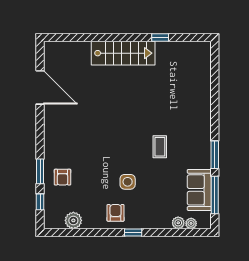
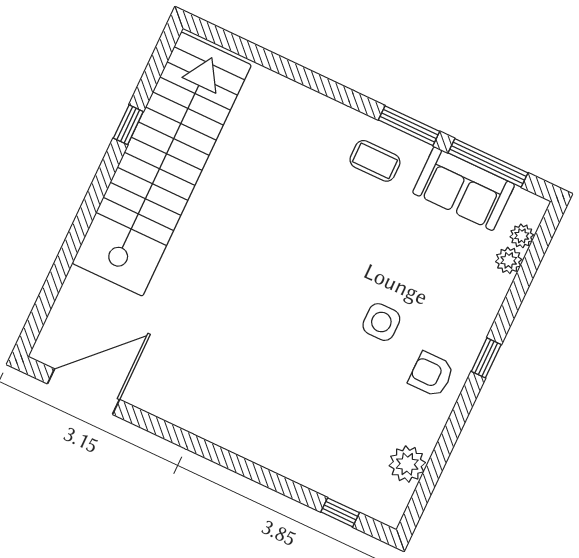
stairs: (123, 53) -> (162, 164), width x1.86, depth x1.51
door: (40, 87) -> (83, 392), moved
coffee table: (160, 147) -> (375, 161), moved
window: (40, 171) -> (280, 484), removed
armchair: (62, 177) -> (312, 445), removed

